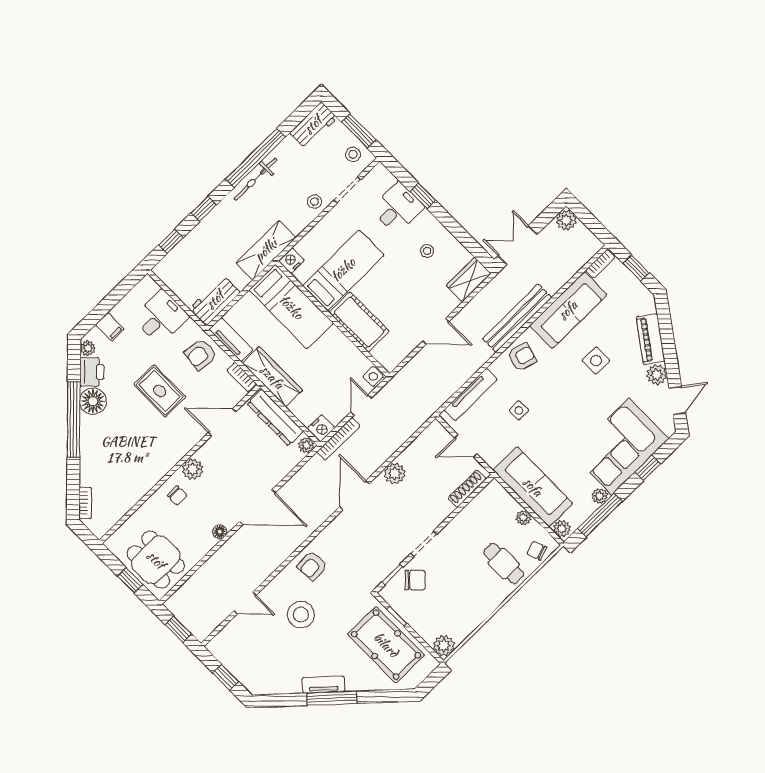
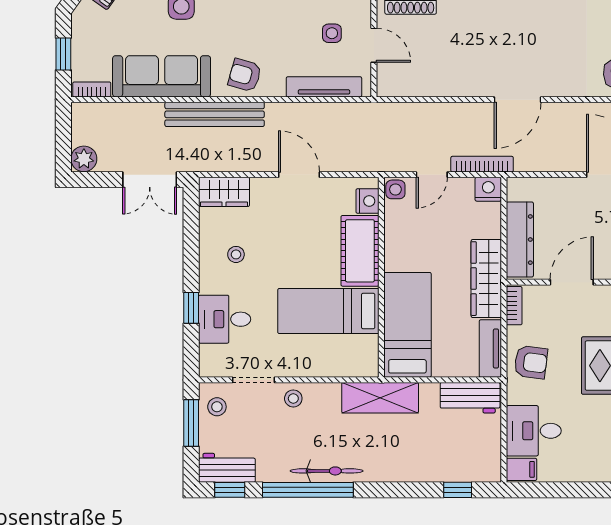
window: (204, 209) -> (230, 490), moved
nightstand: (291, 261) -> (367, 201), moved, turned -90
filing cabinet: (110, 327) -> (522, 469), moved, turned 90
side table: (519, 410) -> (332, 33), moved
door: (222, 422) -> (572, 282), swing flipped
plant: (306, 445) -> (516, 187), removed
plant: (395, 473) -> (462, 83), removed

